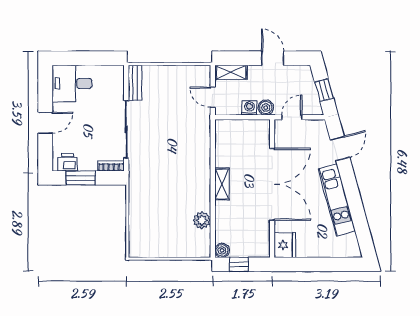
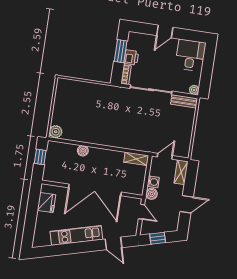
plant: (118, 72) -> (194, 90), added
door: (45, 123) -> (165, 31), hinge flipped
printer: (68, 162) -> (131, 58), moved
shelving: (222, 184) -> (136, 159), moved
plant: (202, 220) -> (56, 132), moved
fridge: (285, 245) -> (46, 203), moved, turned -90
boiler: (222, 250) -> (83, 151), moved

